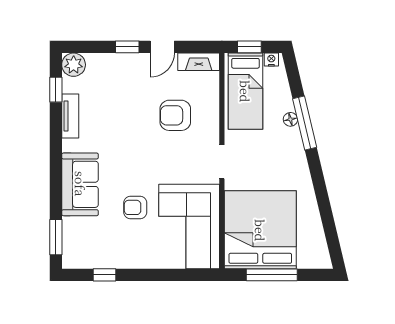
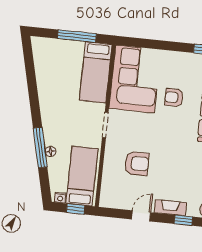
window: (127, 47) -> (183, 220), moved
fireplace: (199, 62) -> (170, 208), moved
armchair: (135, 207) -> (174, 98), turned 180
bed: (260, 230) -> (96, 72), width x0.49

